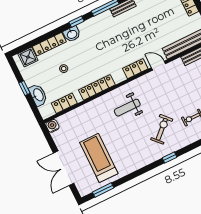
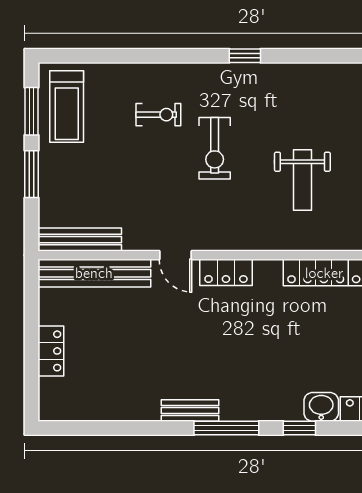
weight bench: (127, 108) -> (302, 180), moved, turned 90
exercise bike: (162, 129) -> (215, 148), moved, turned -47

